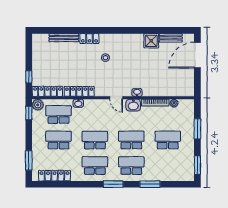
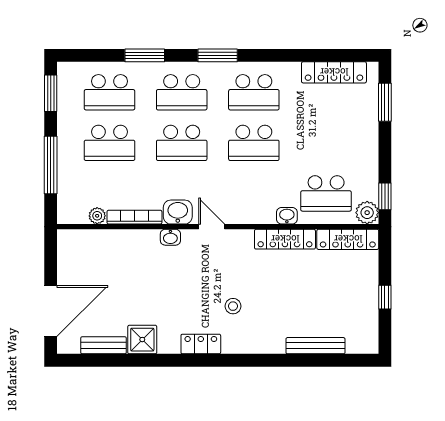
locker: (89, 39) -> (201, 344), moved
window: (29, 77) -> (385, 297), moved
window: (197, 129) -> (51, 165), width x1.44
school desk: (58, 140) -> (110, 92), moved

